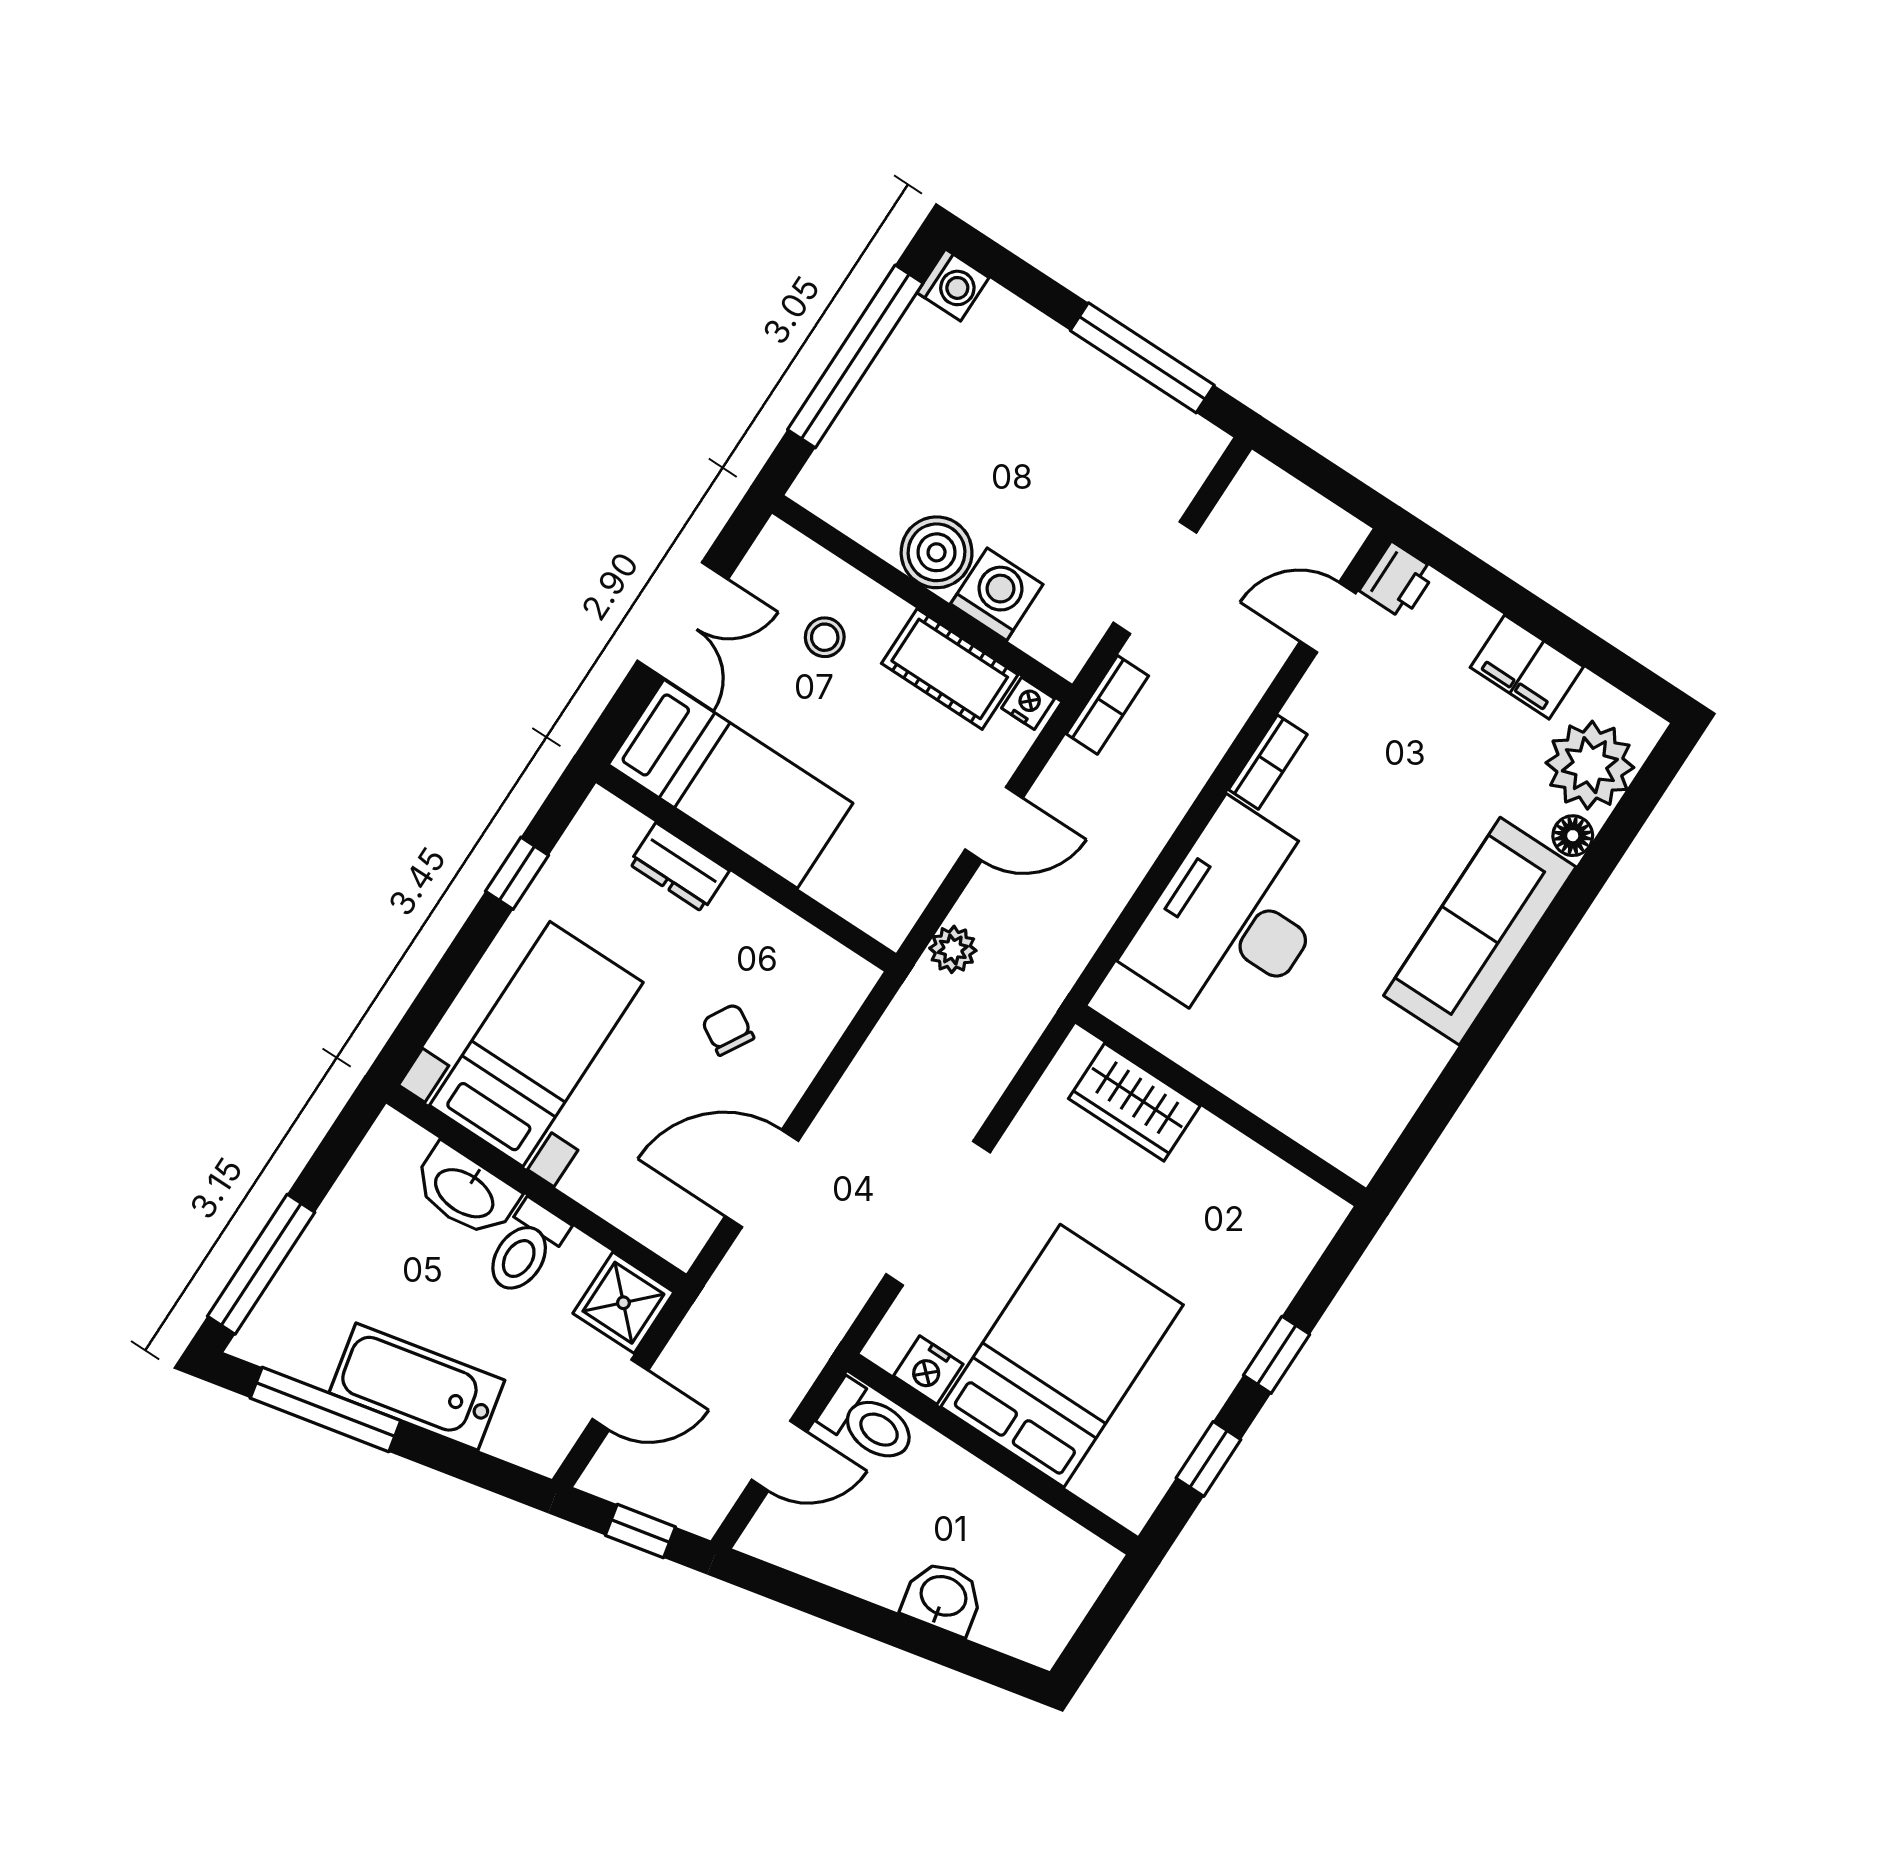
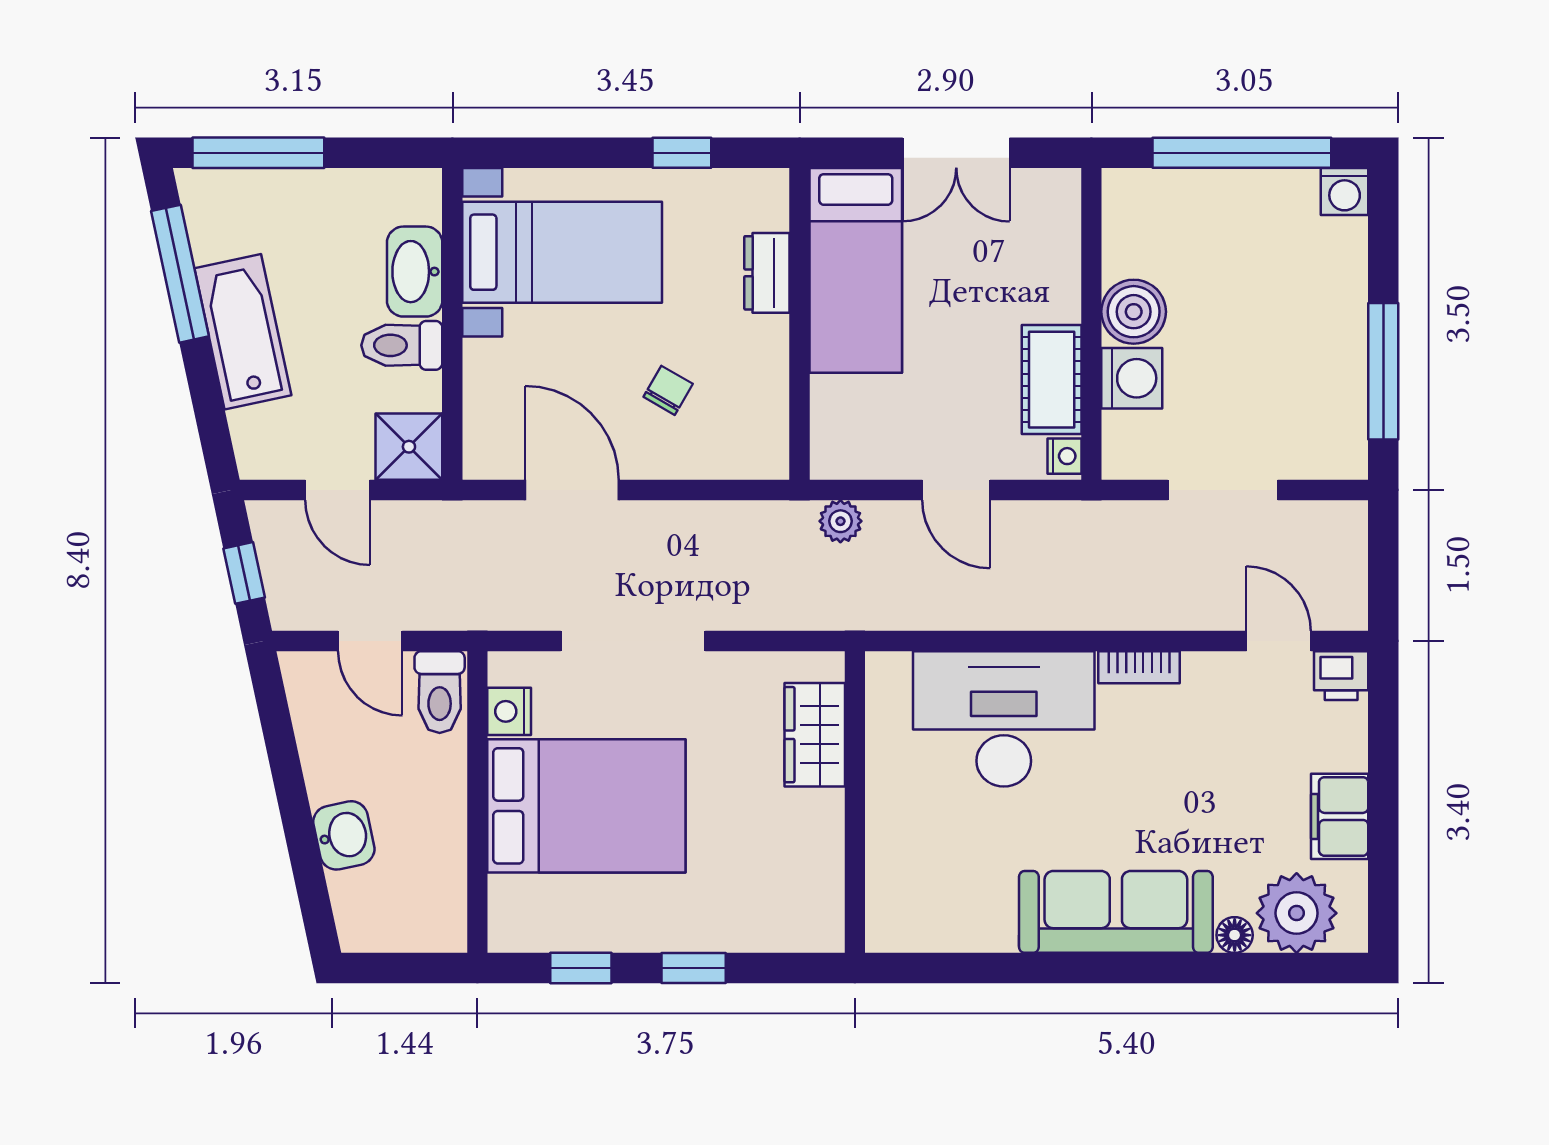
stool: (825, 637) -> (1014, 269), removed
bookcase: (1107, 705) -> (1103, 517), removed

